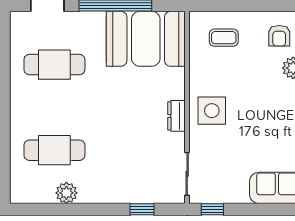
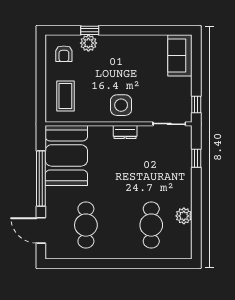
armchair: (279, 36) -> (64, 54), turned 90
coffee table: (224, 38) -> (65, 96), width x1.36, depth x1.30

